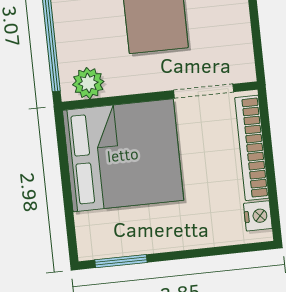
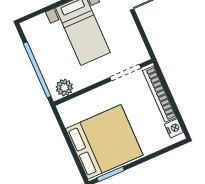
bed: (123, 155) -> (104, 142), moved

